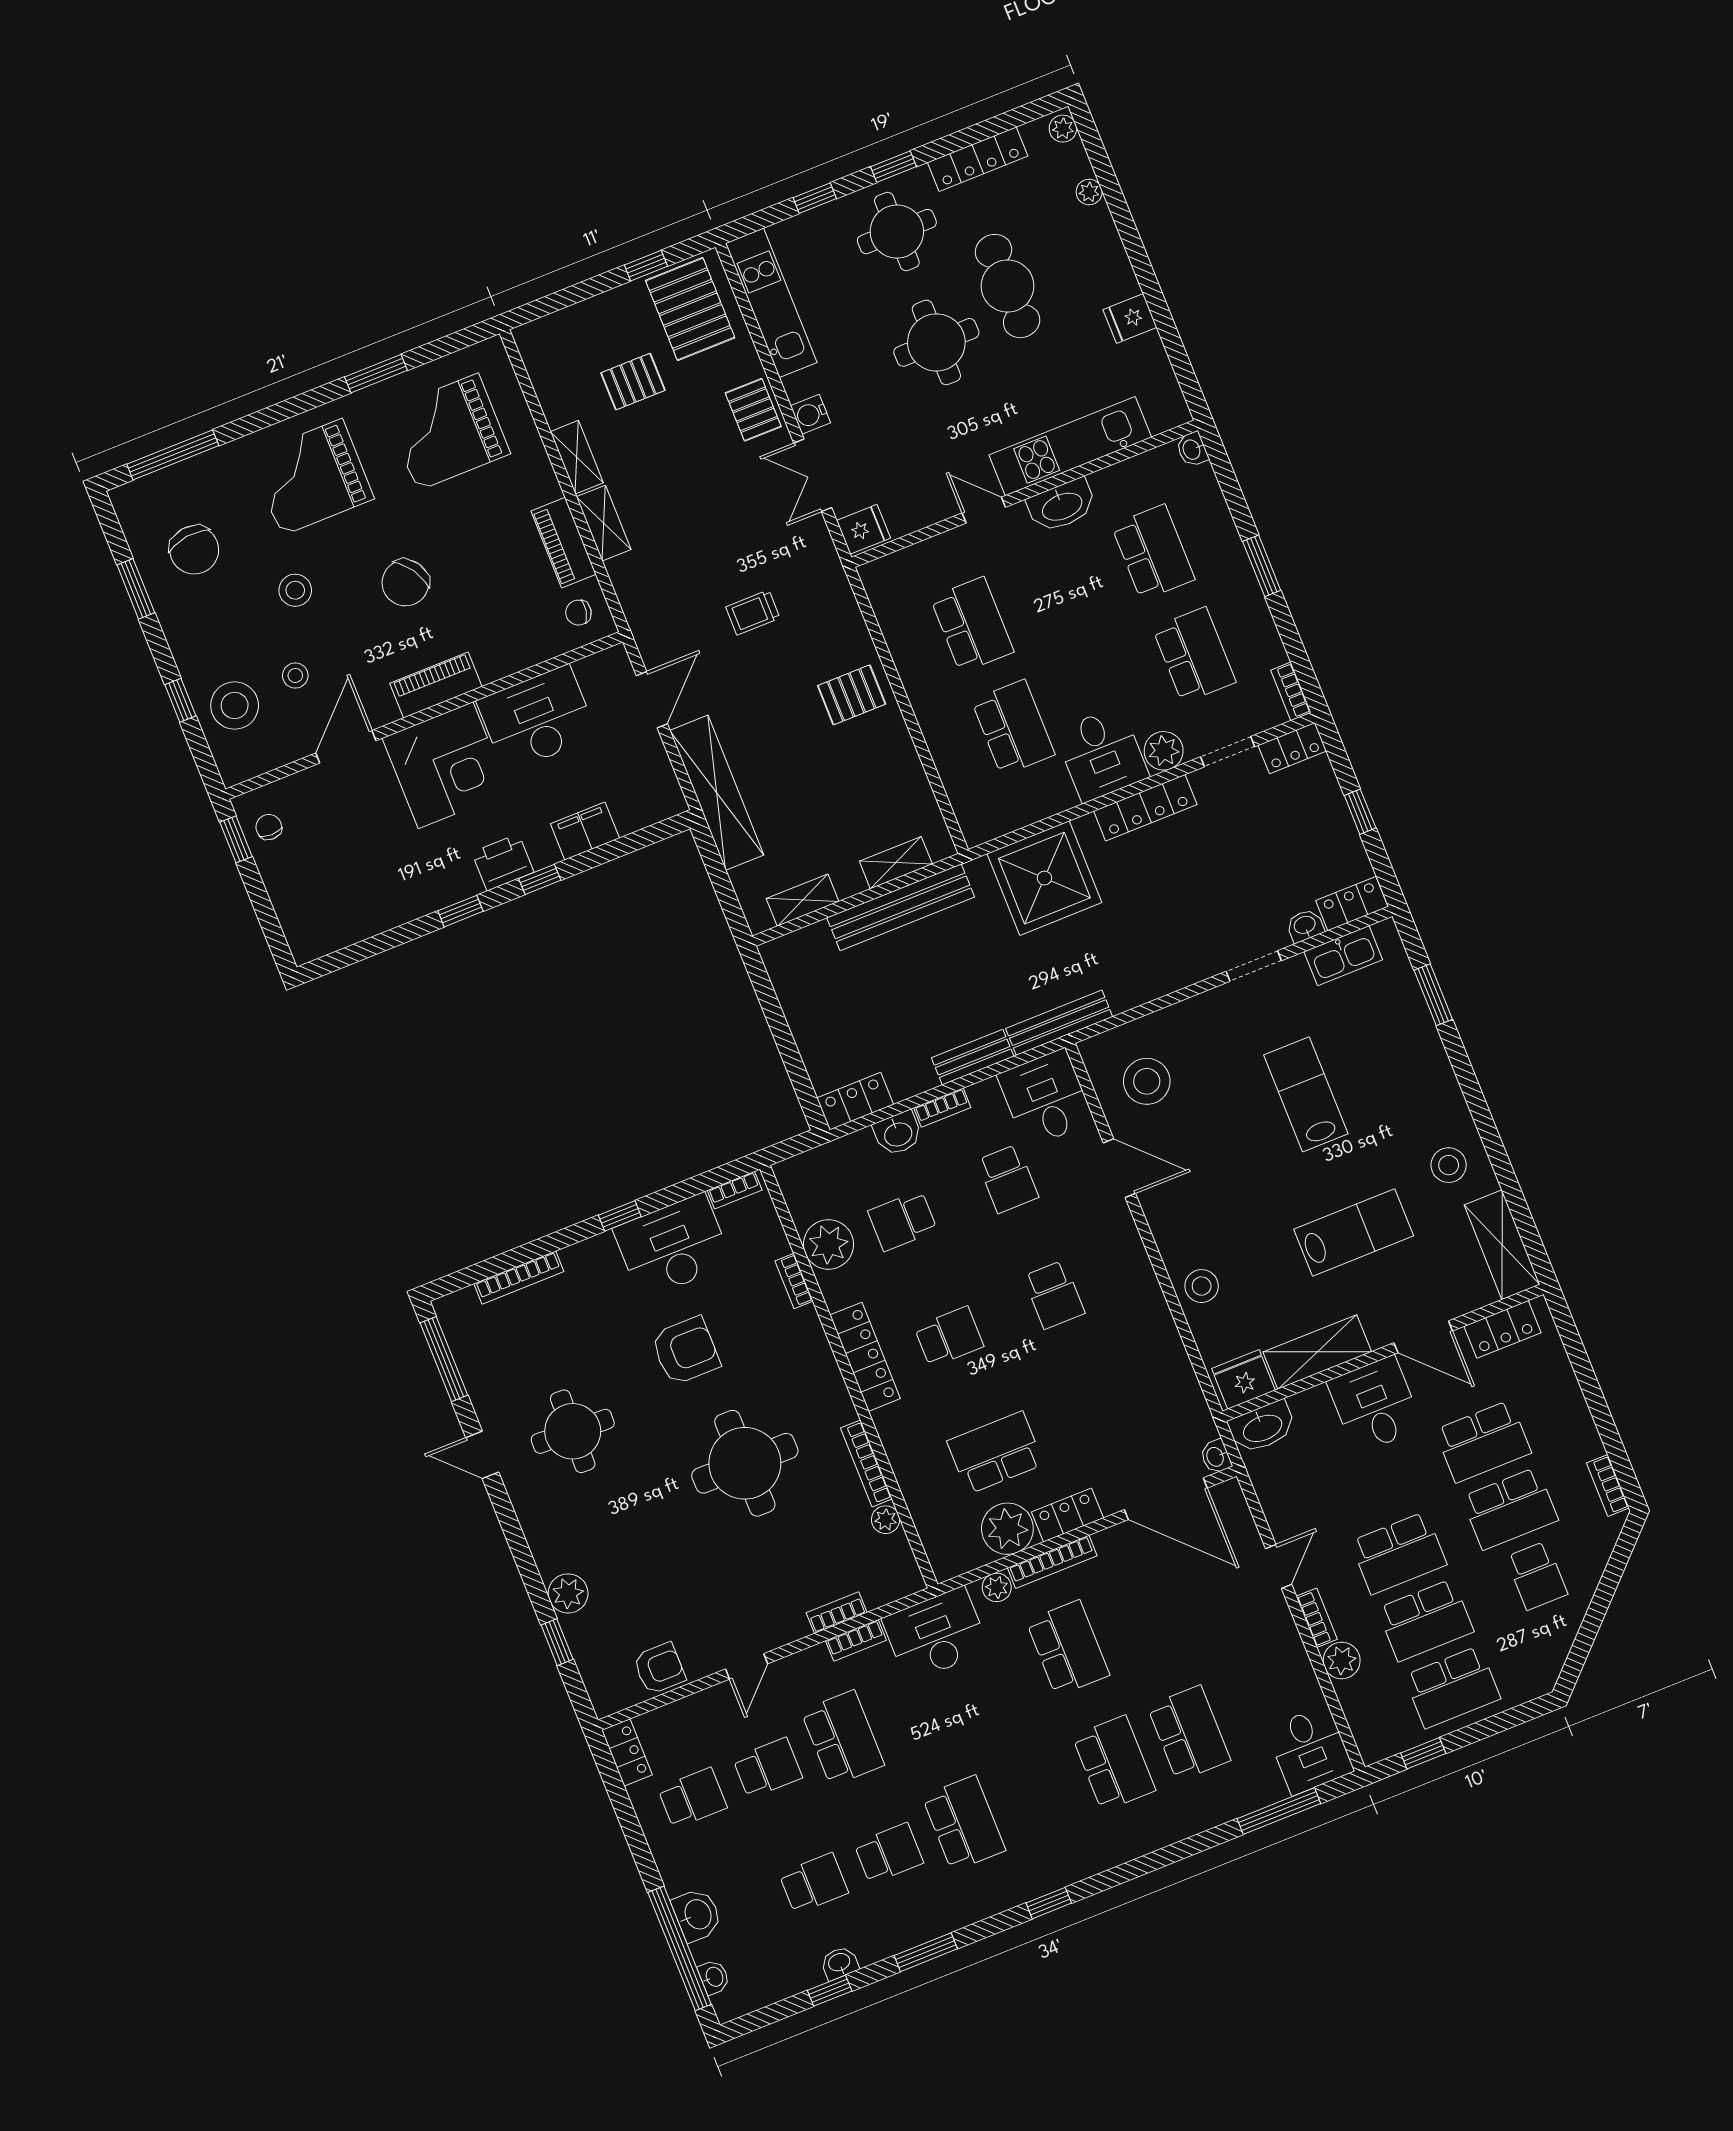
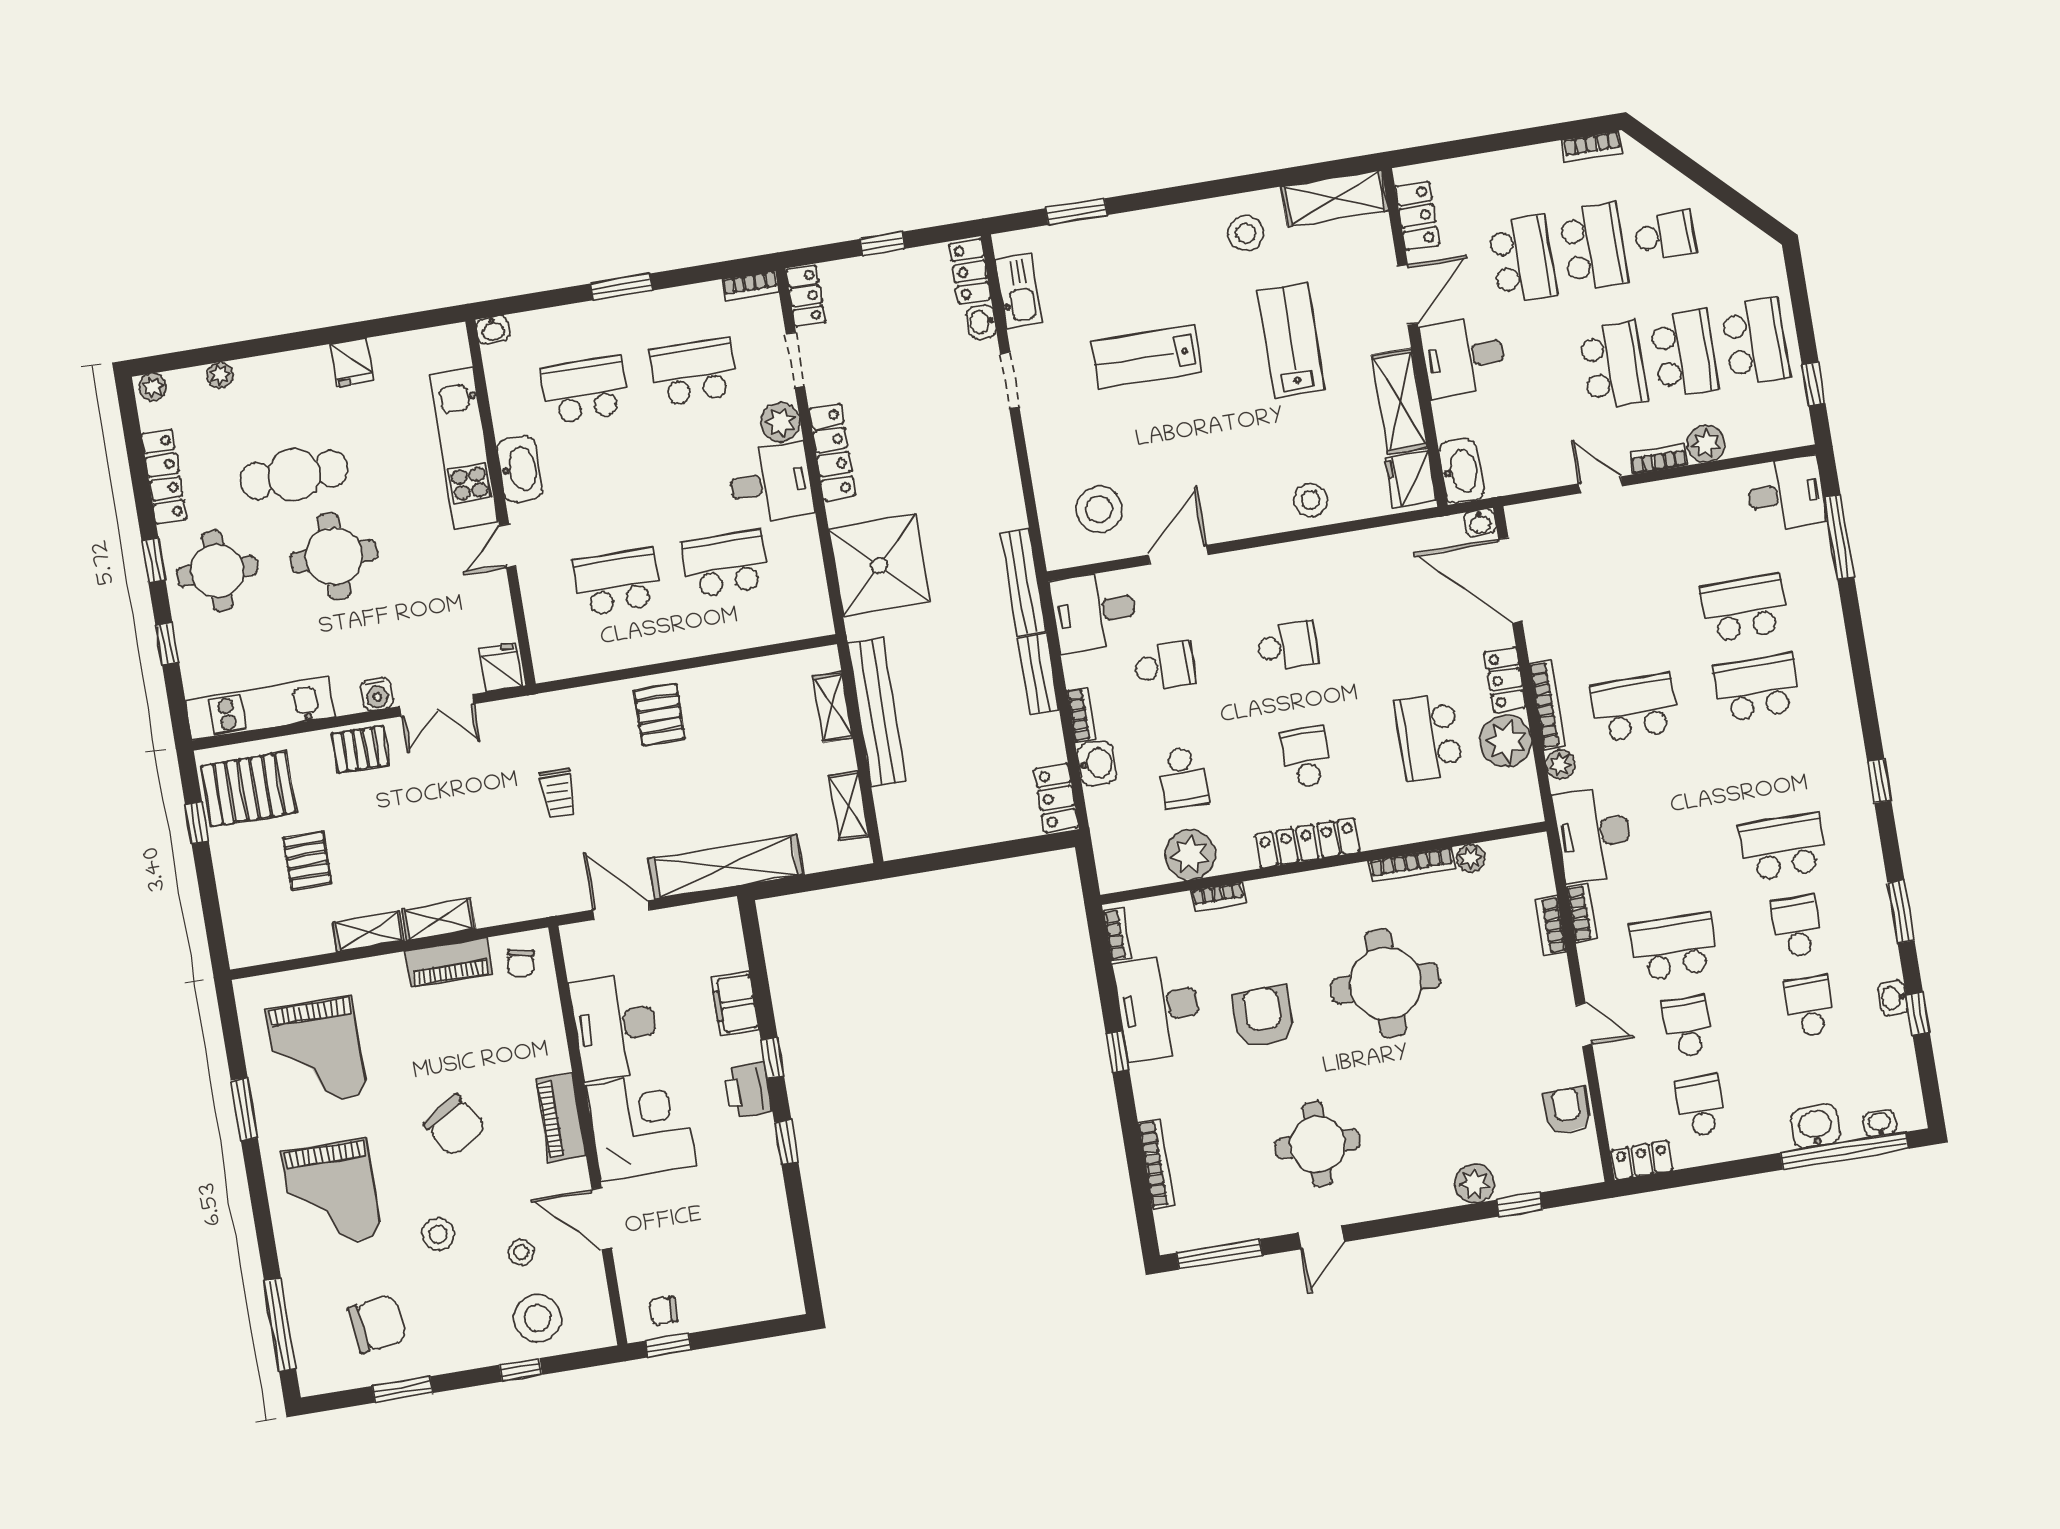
door: (1166, 1499) -> (1510, 580), swing flipped

